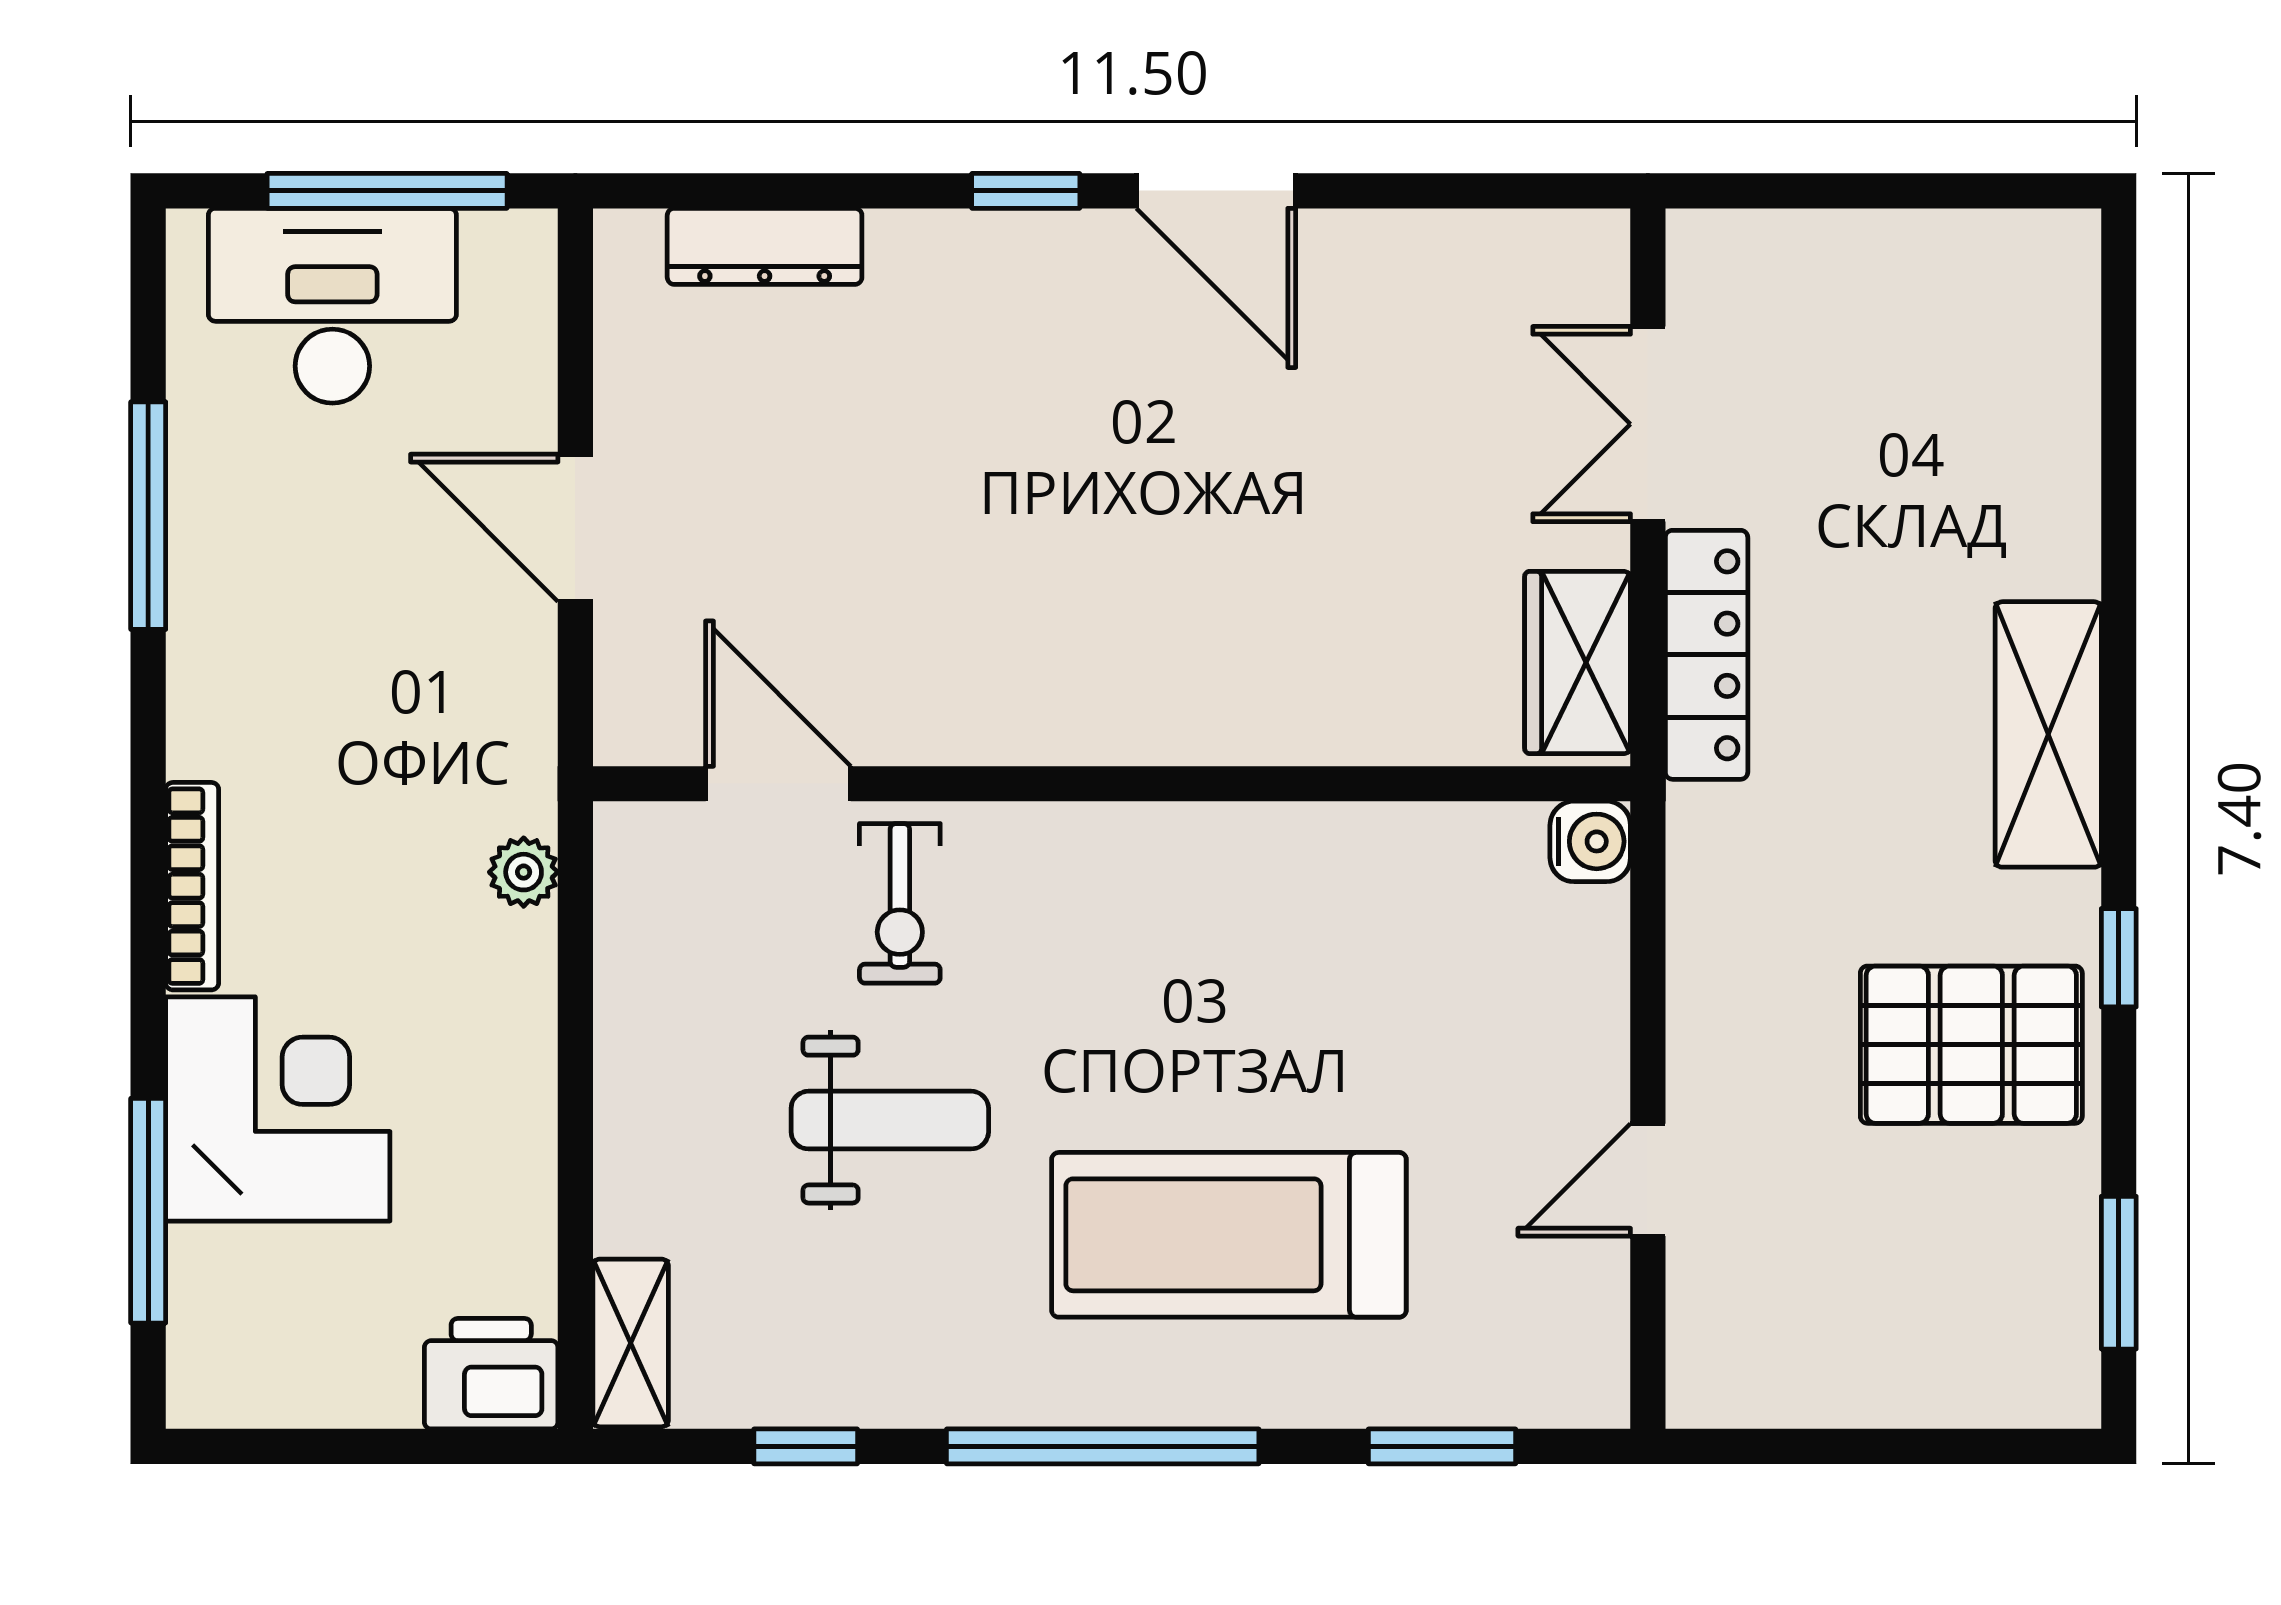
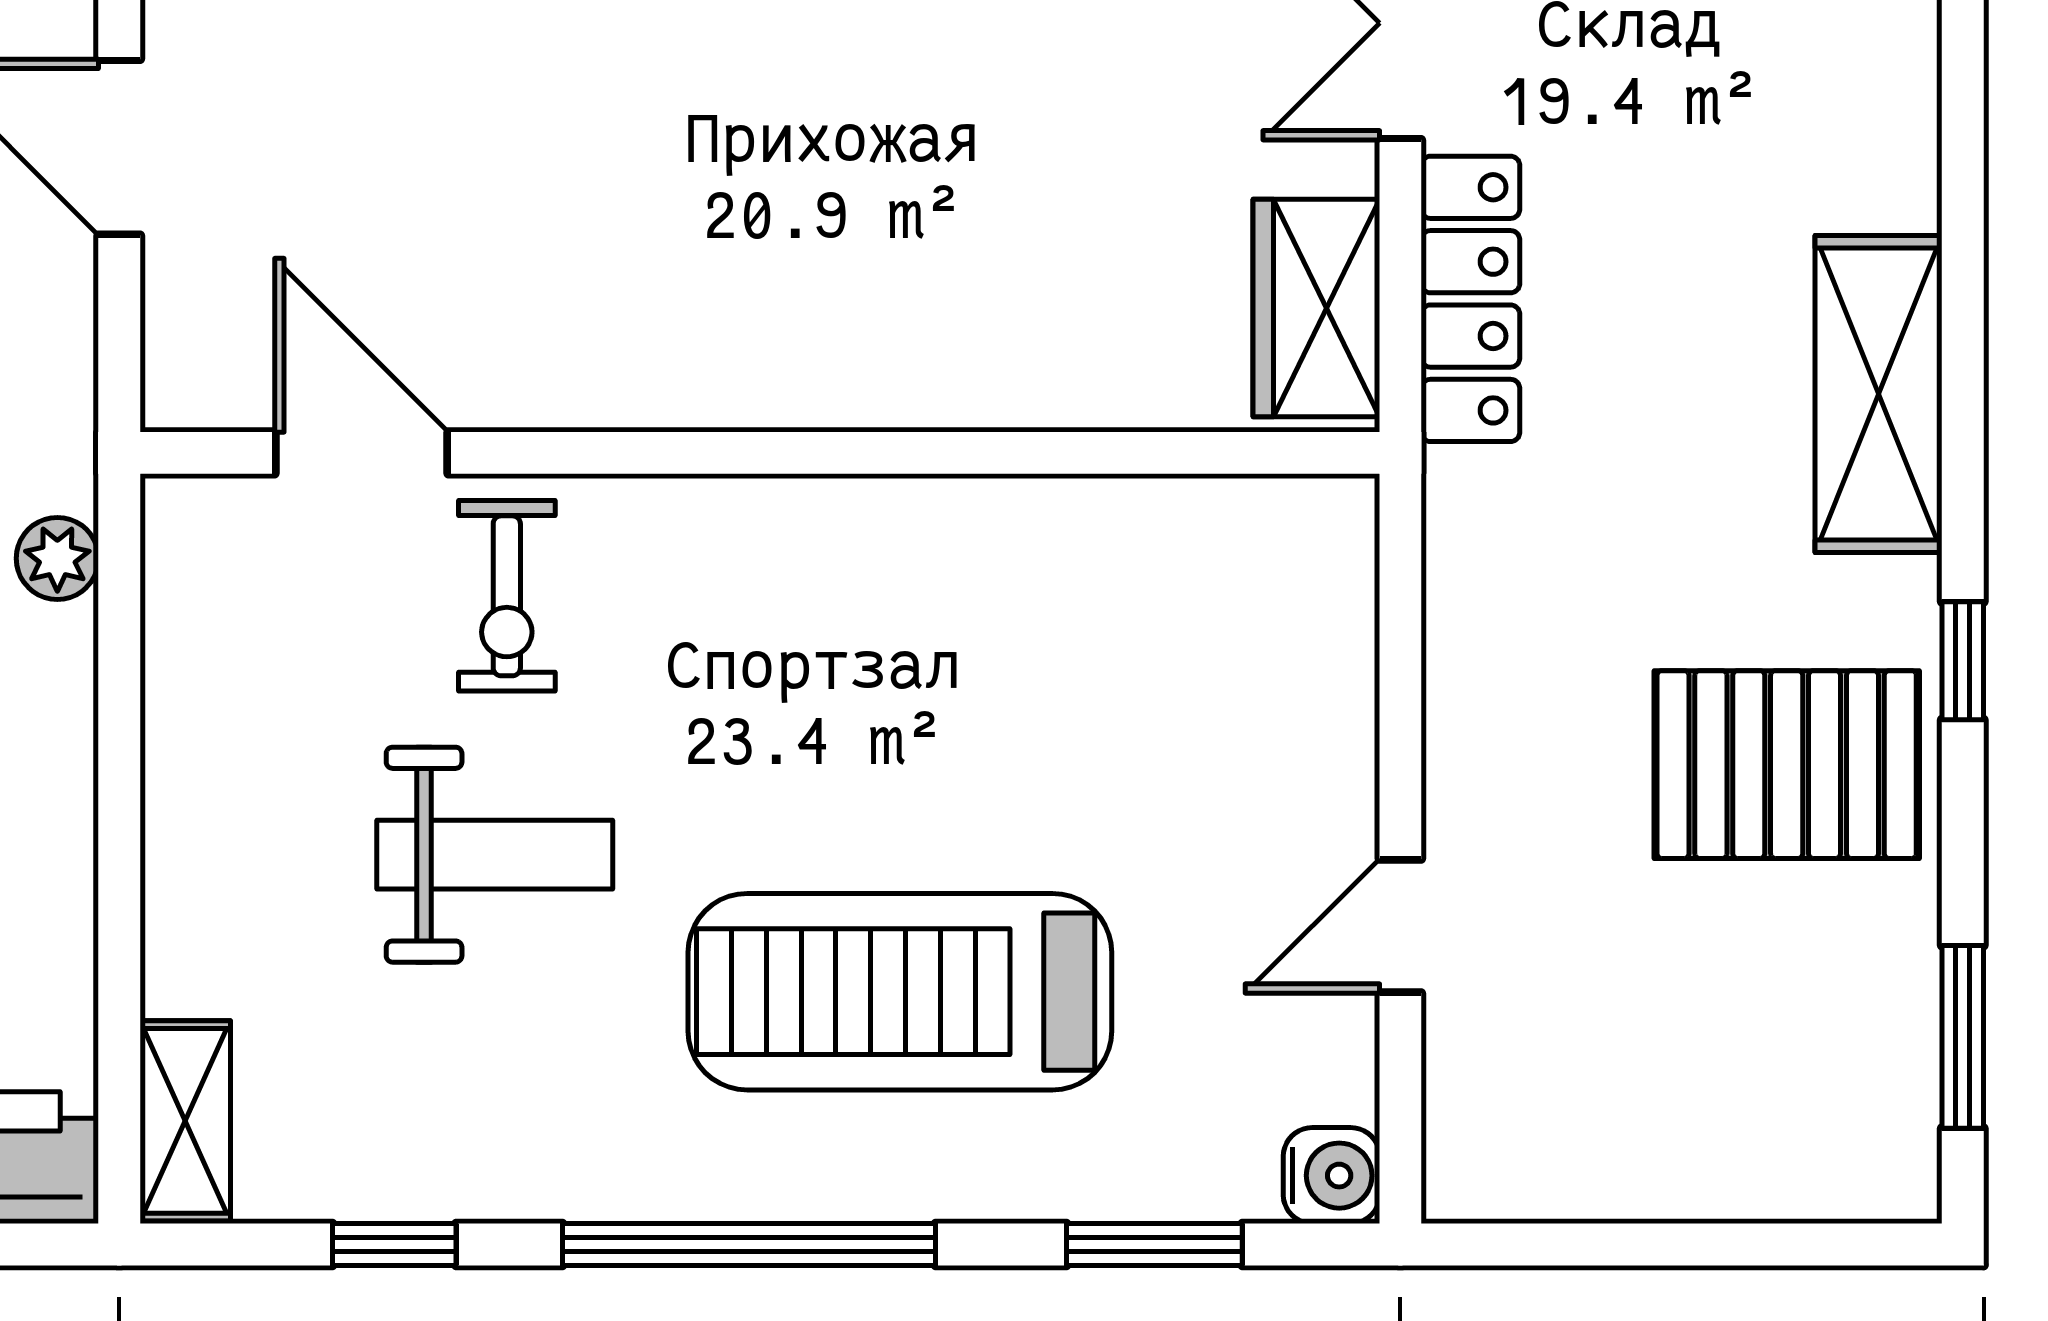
water cooler: (1590, 841) -> (1331, 1176), moved

